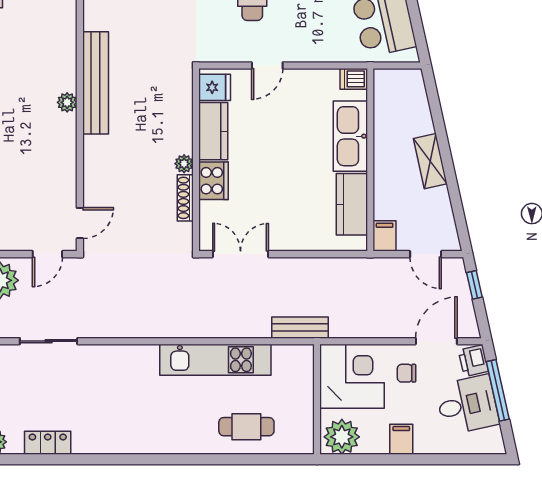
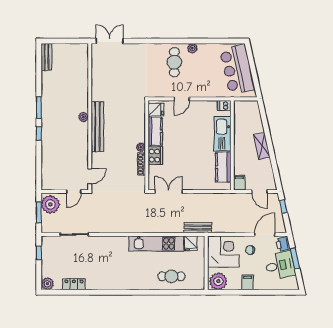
bench: (96, 83) -> (97, 127), moved
fridge: (286, 359) -> (191, 243), added
window: (498, 390) -> (295, 259), width x0.69

